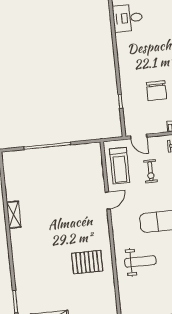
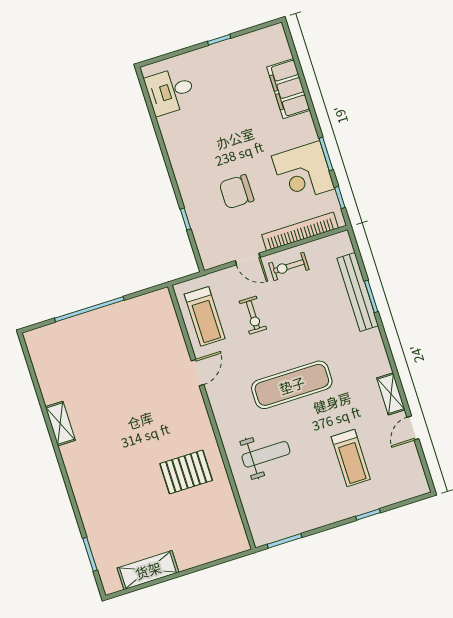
chair: (156, 91) -> (237, 192), turned 90
door: (139, 137) -> (248, 259), moved

